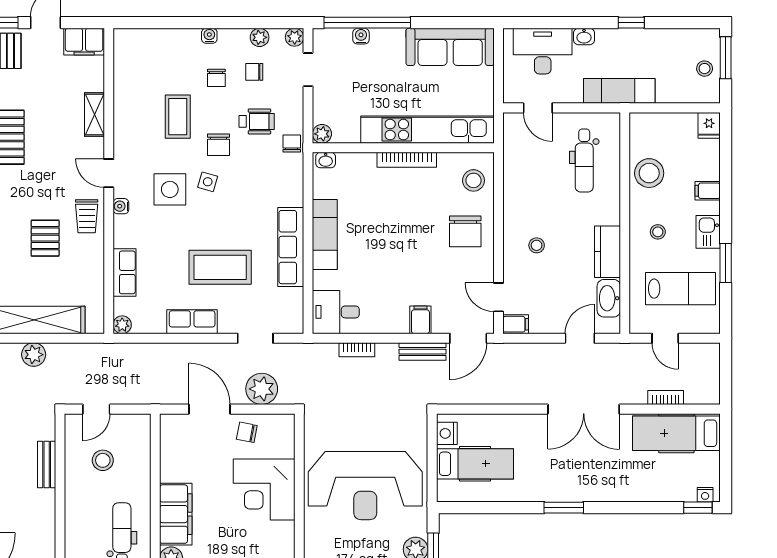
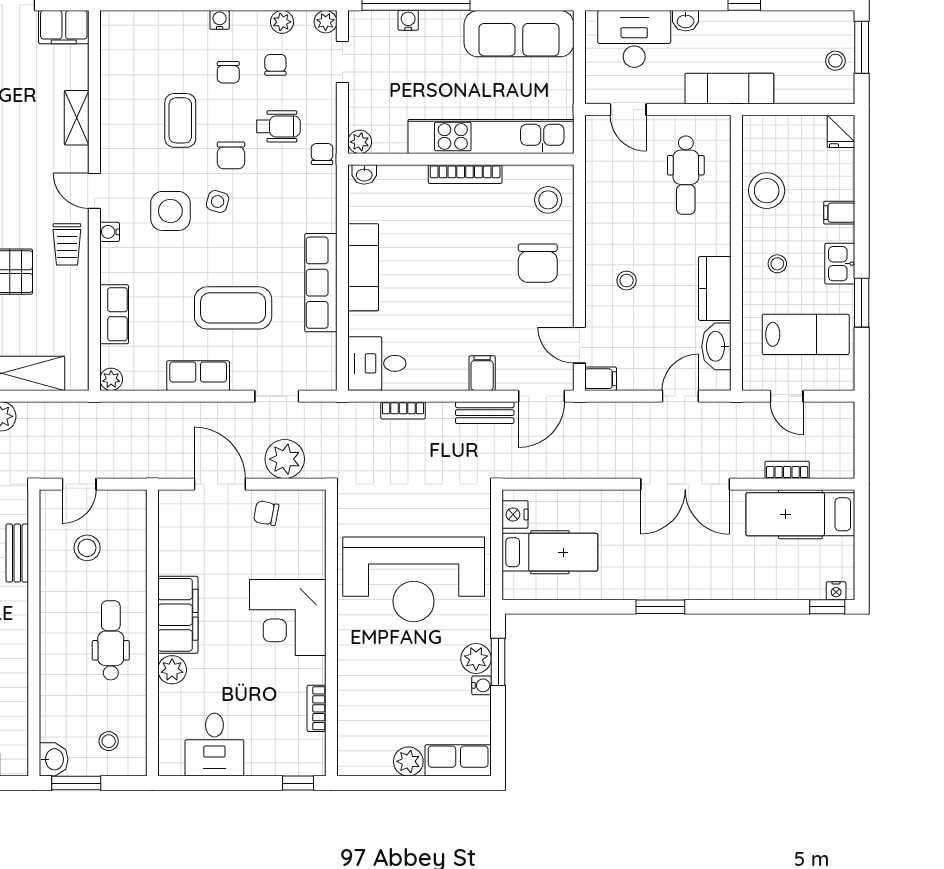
chair: (254, 72) -> (275, 65), turned 90
corner desk: (264, 490) -> (288, 617), moved

